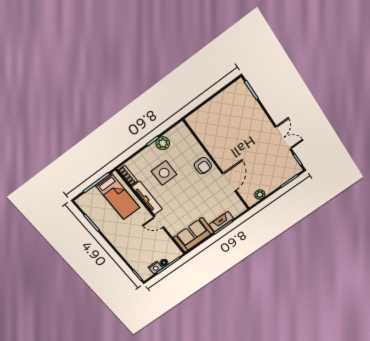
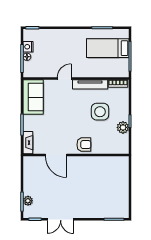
armchair: (203, 166) -> (84, 145), turned 180
plant: (260, 195) -> (28, 201), moved
bed: (118, 197) -> (108, 48), moved
fireplace: (221, 222) -> (28, 143), moved

